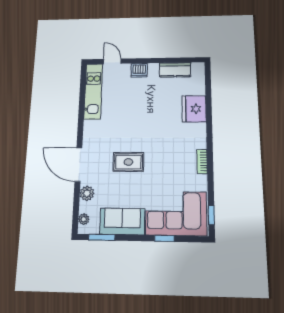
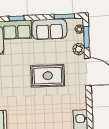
rug: (128, 162) -> (48, 76), width x1.36, depth x1.43
window: (76, 208) -> (86, 37), added

